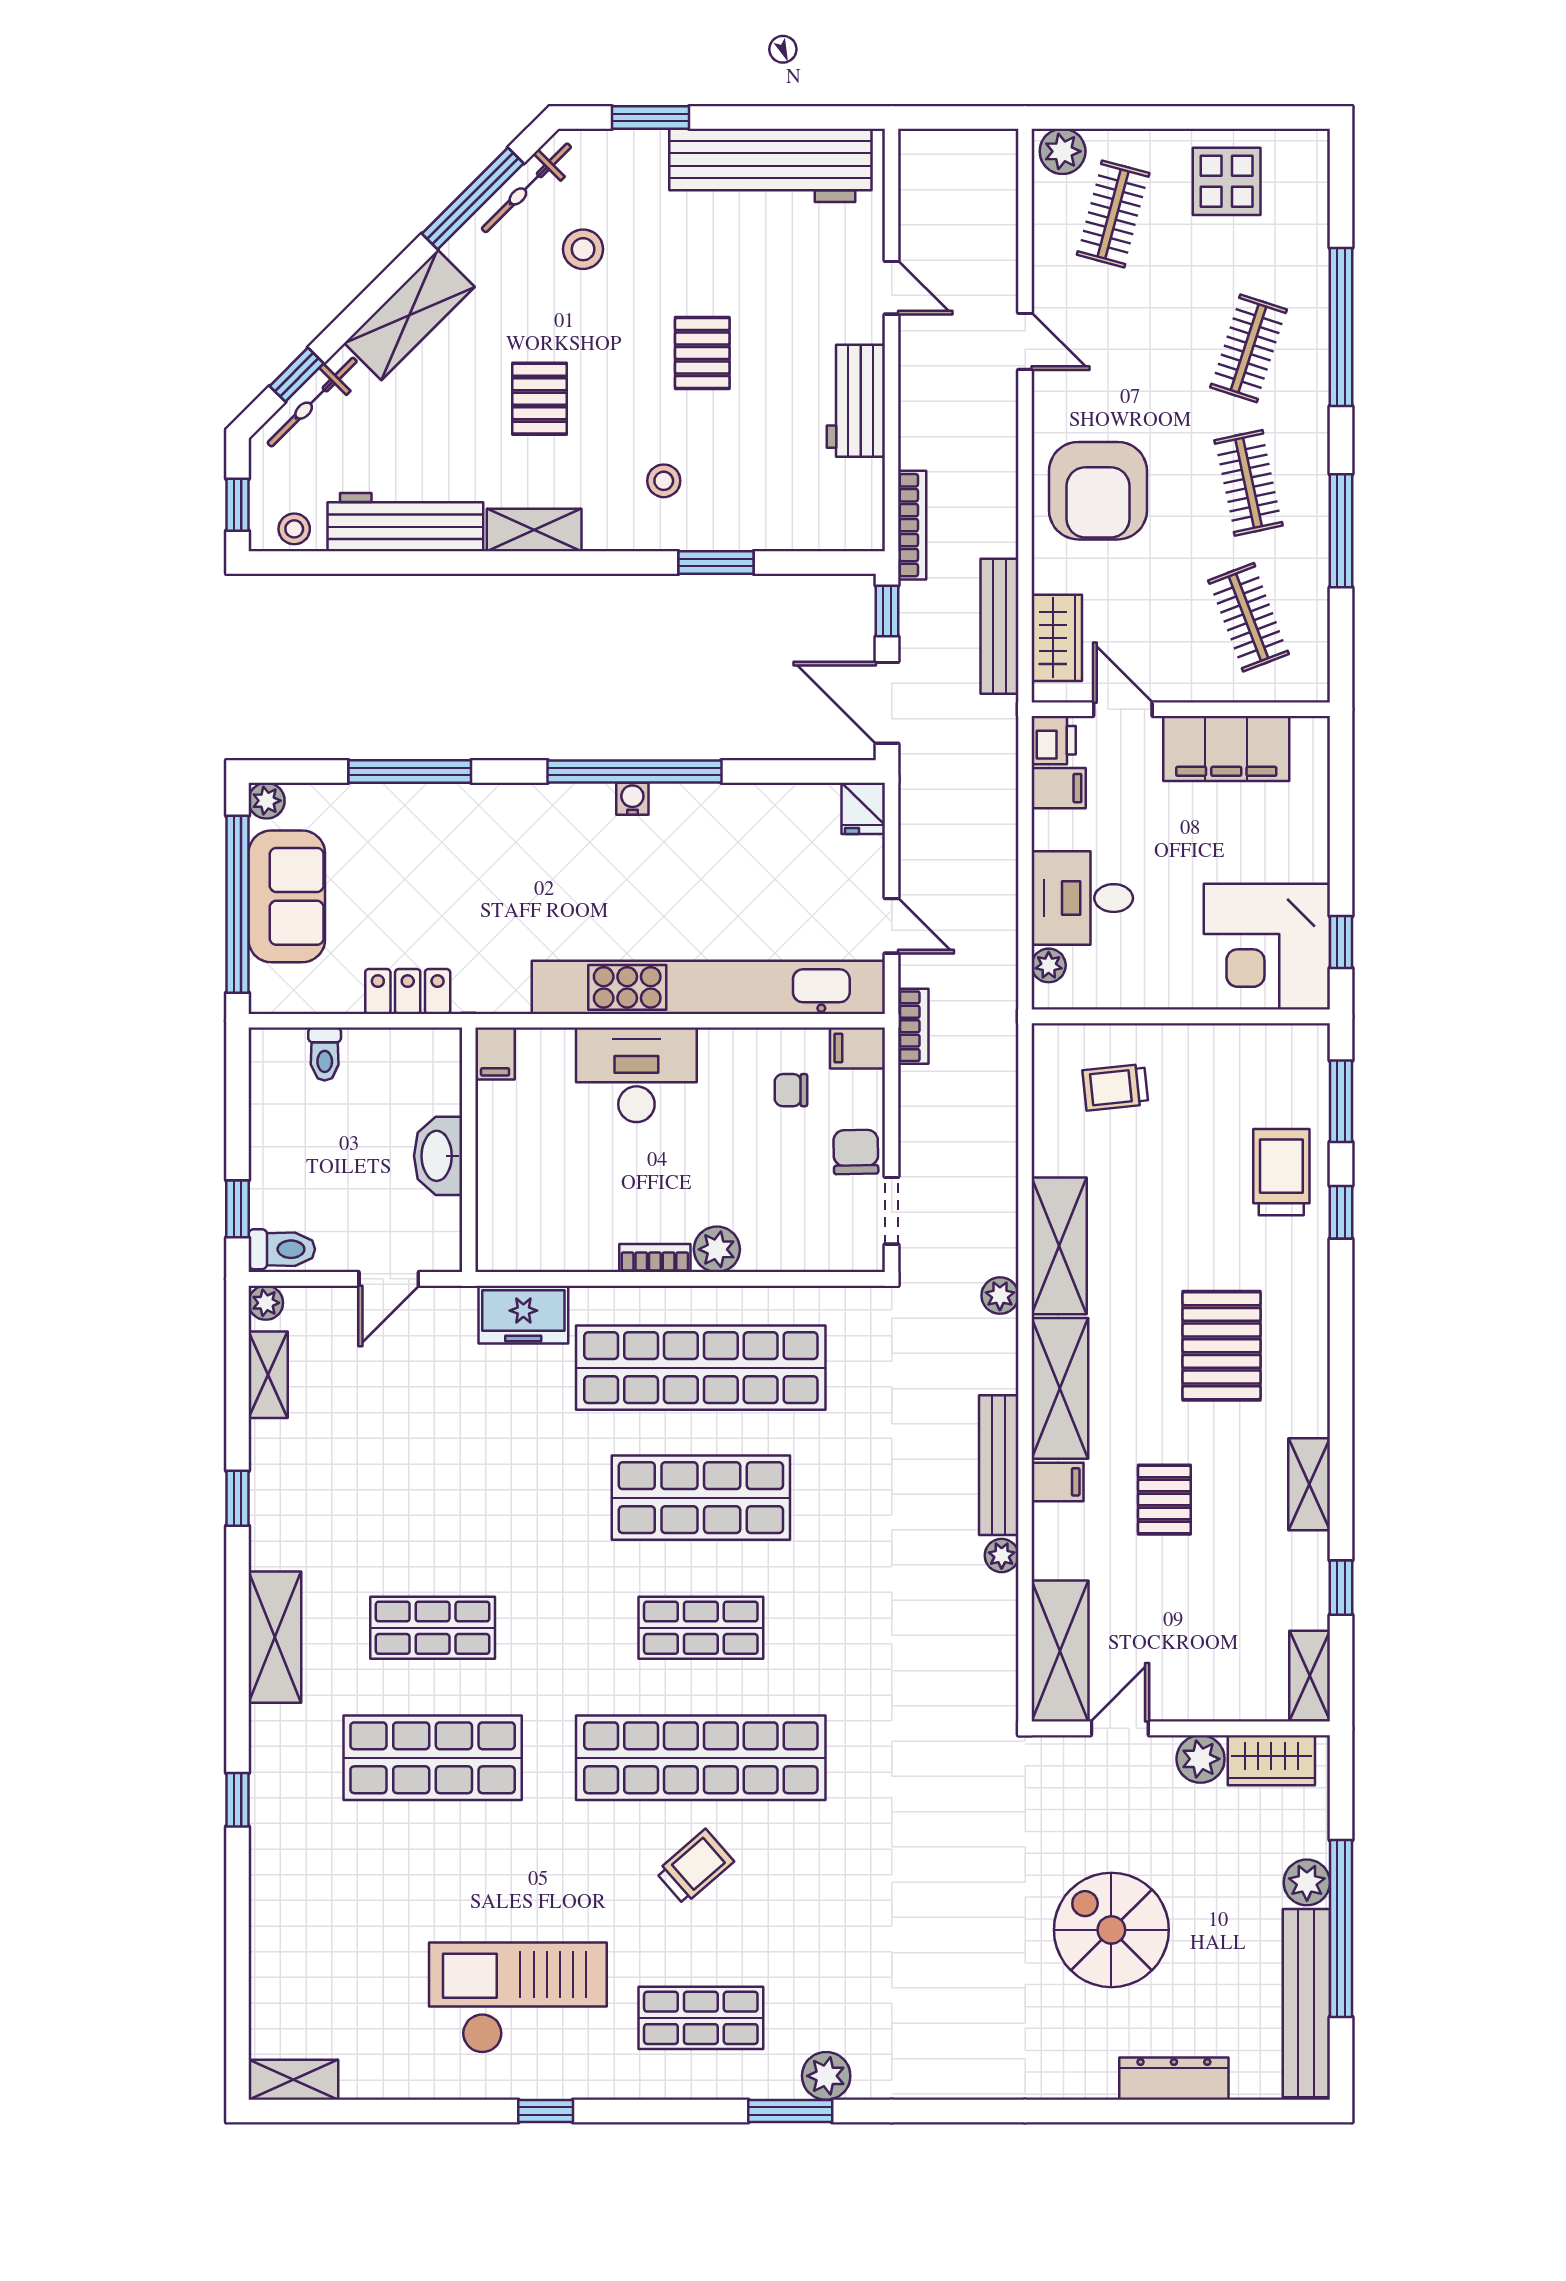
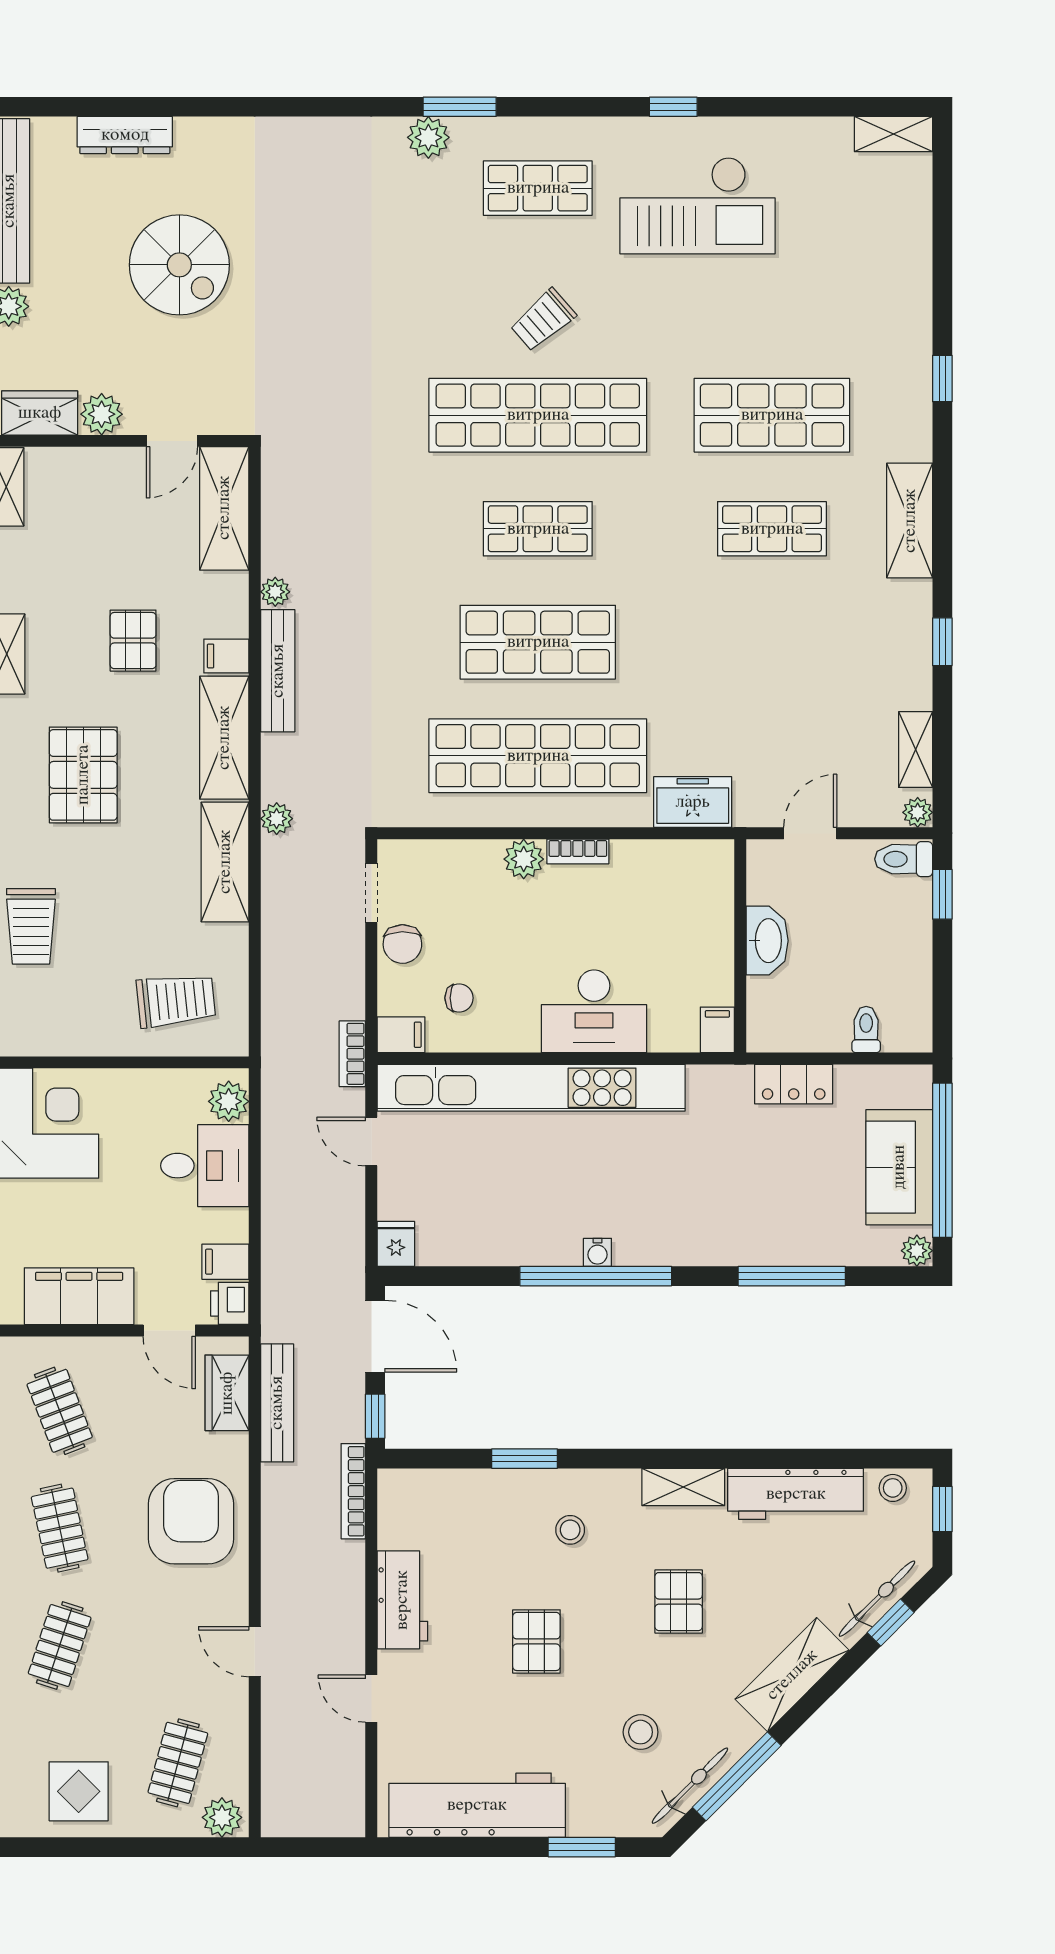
plant: (1049, 965) -> (229, 1101), width x1.38, depth x1.38
trolley: (1115, 1087) -> (176, 1000), width x1.36, depth x1.39

